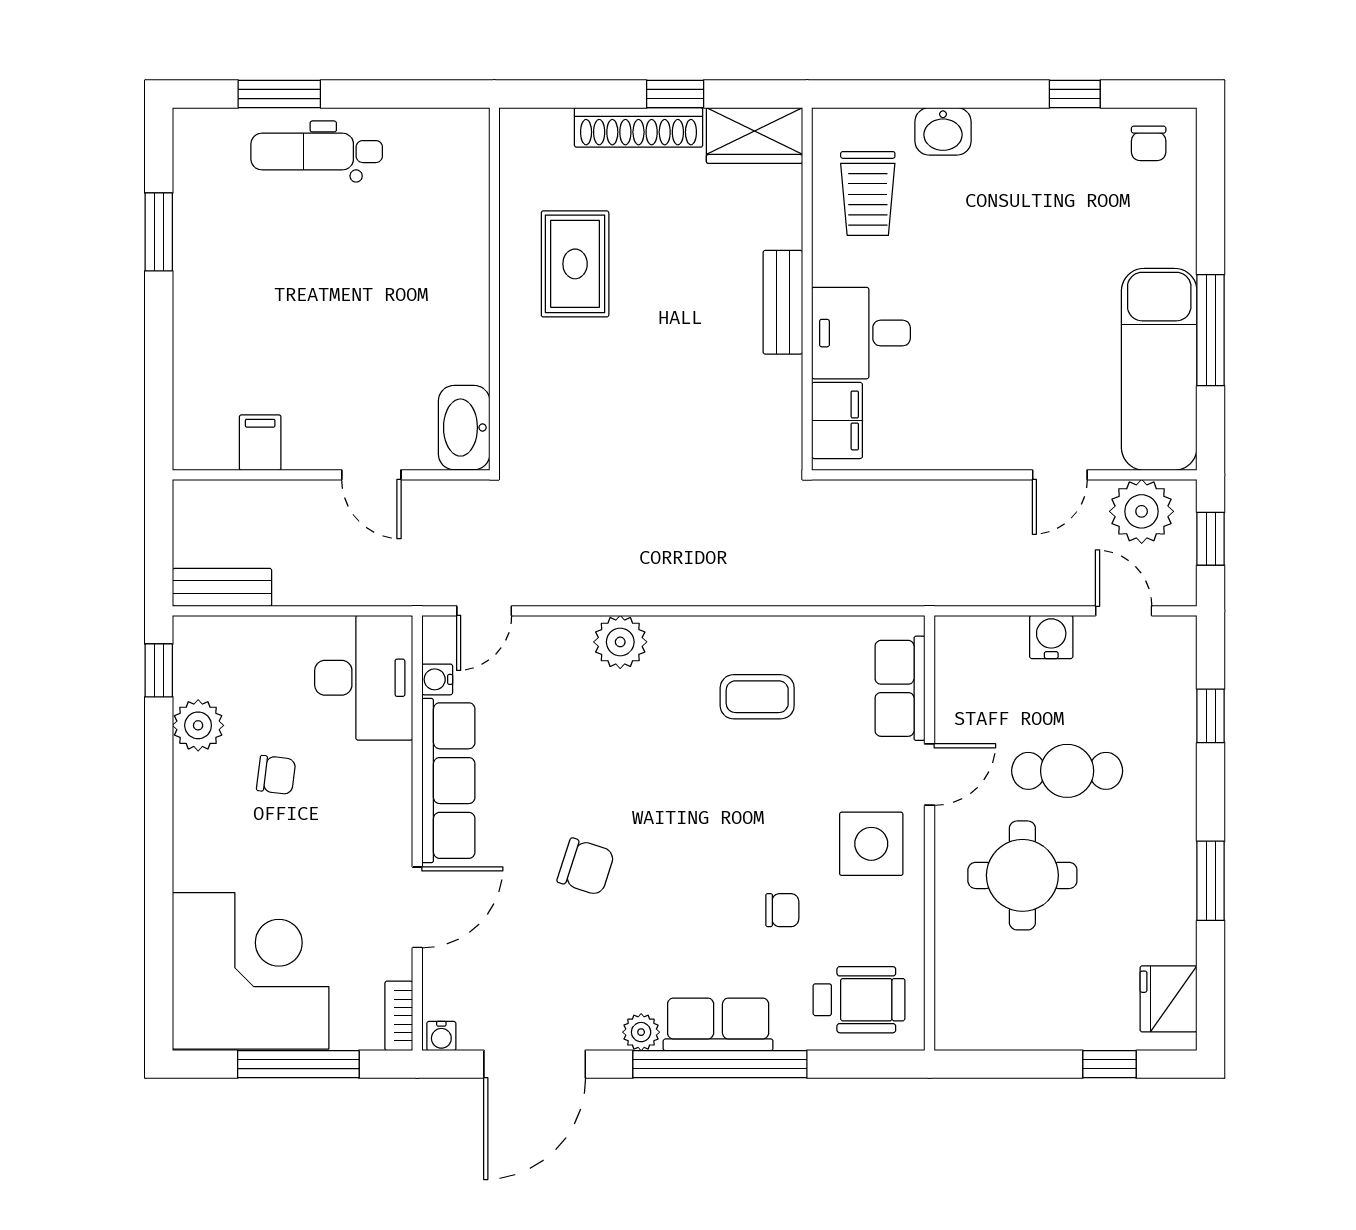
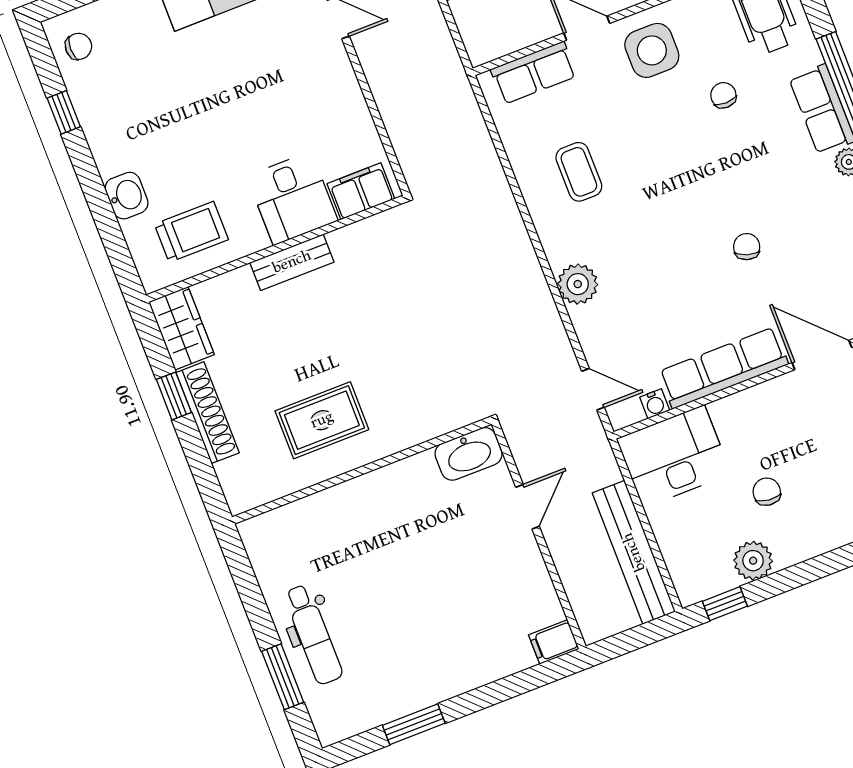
filing cabinet: (260, 443) -> (554, 642), moved
bench: (222, 587) -> (634, 552), width x1.86, depth x1.21
chair: (586, 867) -> (747, 247), width x0.73, depth x0.73

